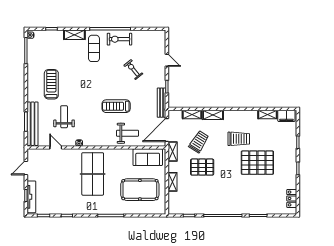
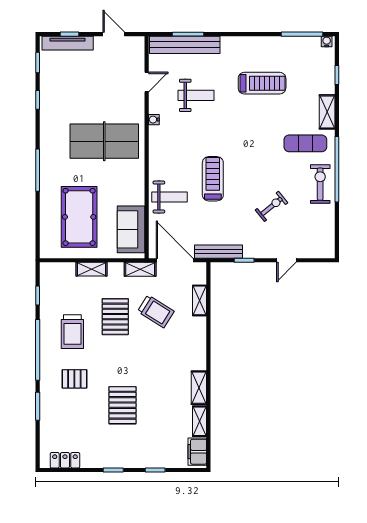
treadmill: (51, 84) -> (262, 83), moved
shelving: (213, 115) -> (199, 388), moved
weight bench: (127, 133) -> (169, 197), turned -90
trolley: (239, 139) -> (72, 332), moved
pallet: (257, 163) -> (122, 405), width x0.73, depth x0.71
pallet: (241, 193) -> (74, 379), added

